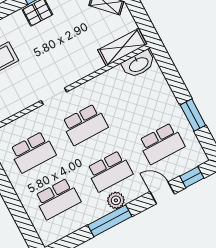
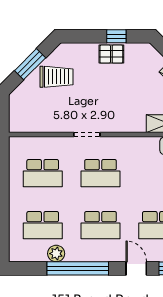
plant: (116, 200) -> (56, 254), moved
window: (110, 221) -> (78, 268), width x1.46

